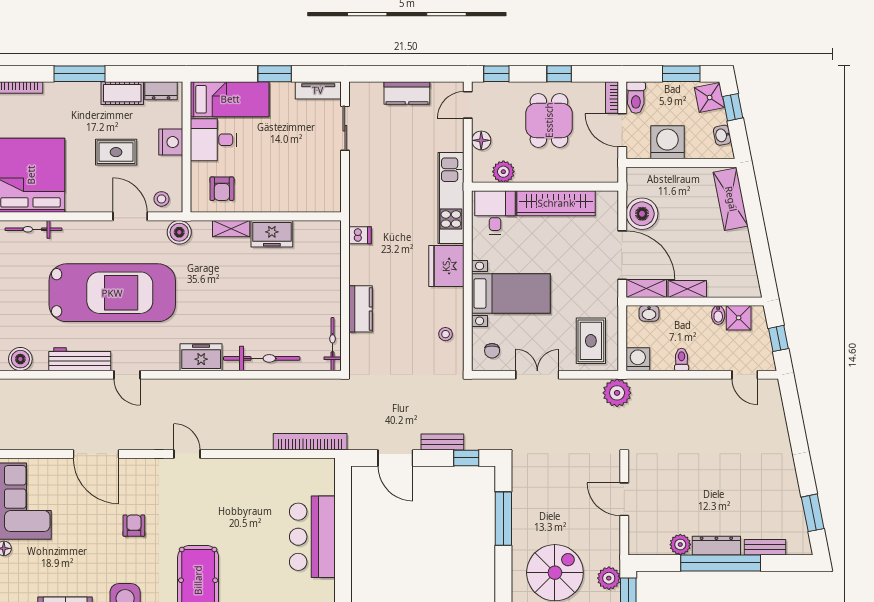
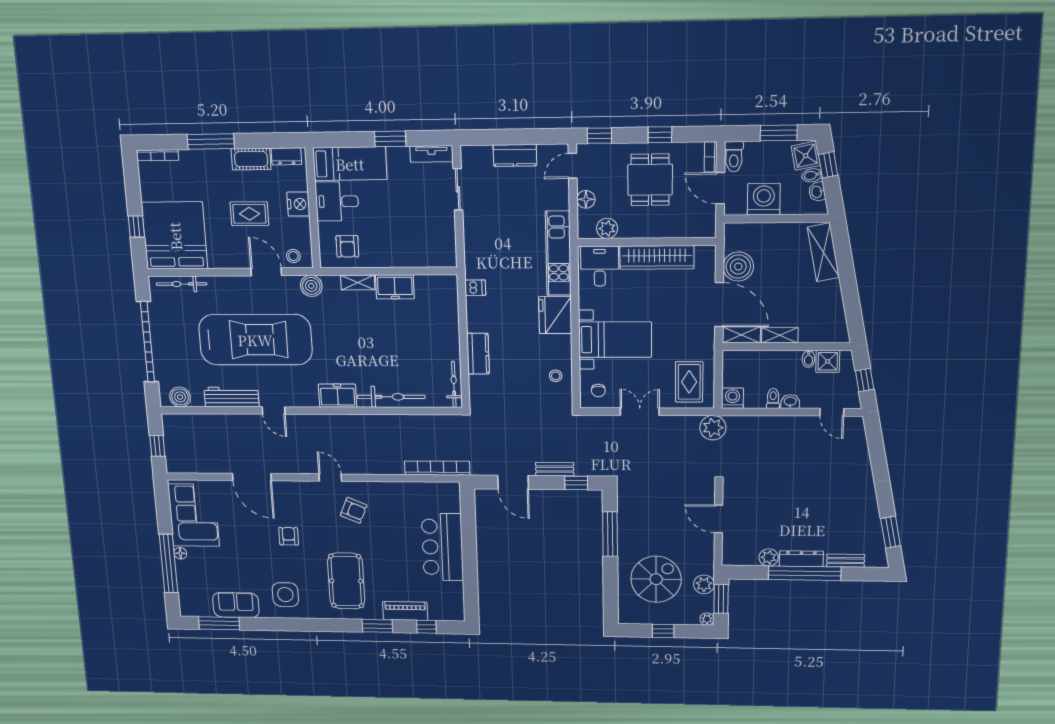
bidet: (716, 118) -> (812, 175), added
washbasin: (649, 313) -> (790, 402), moved, turned 180
armchair: (212, 493) -> (354, 510), added

